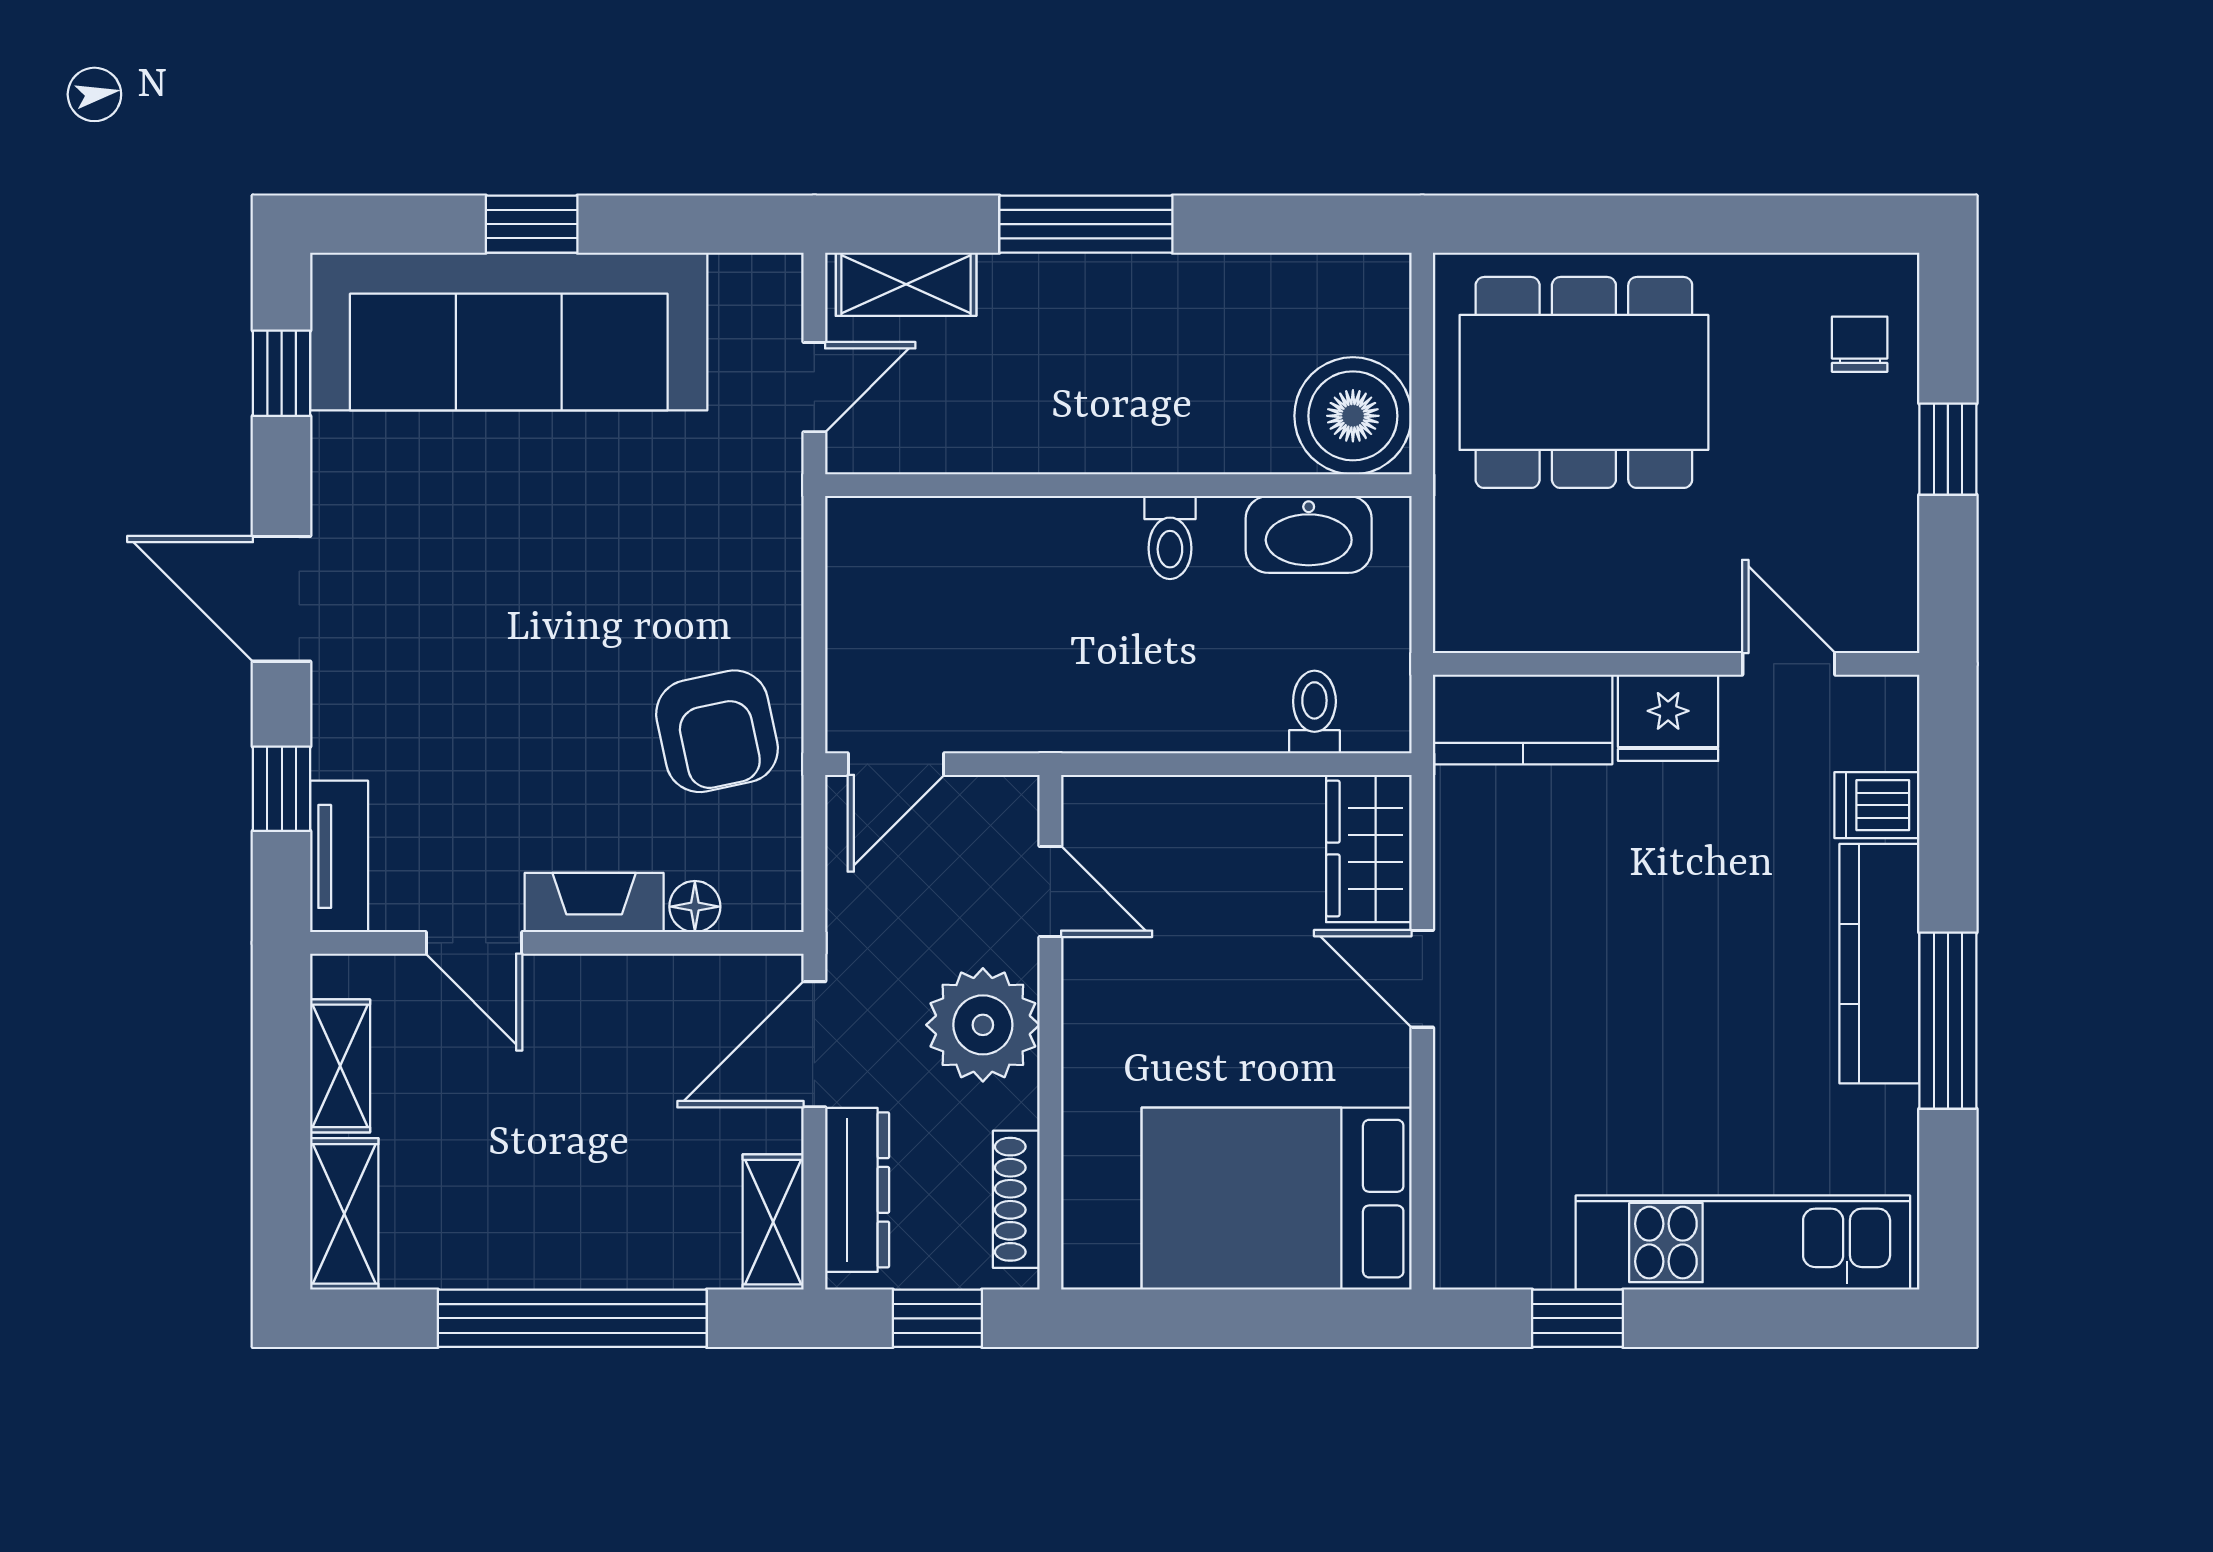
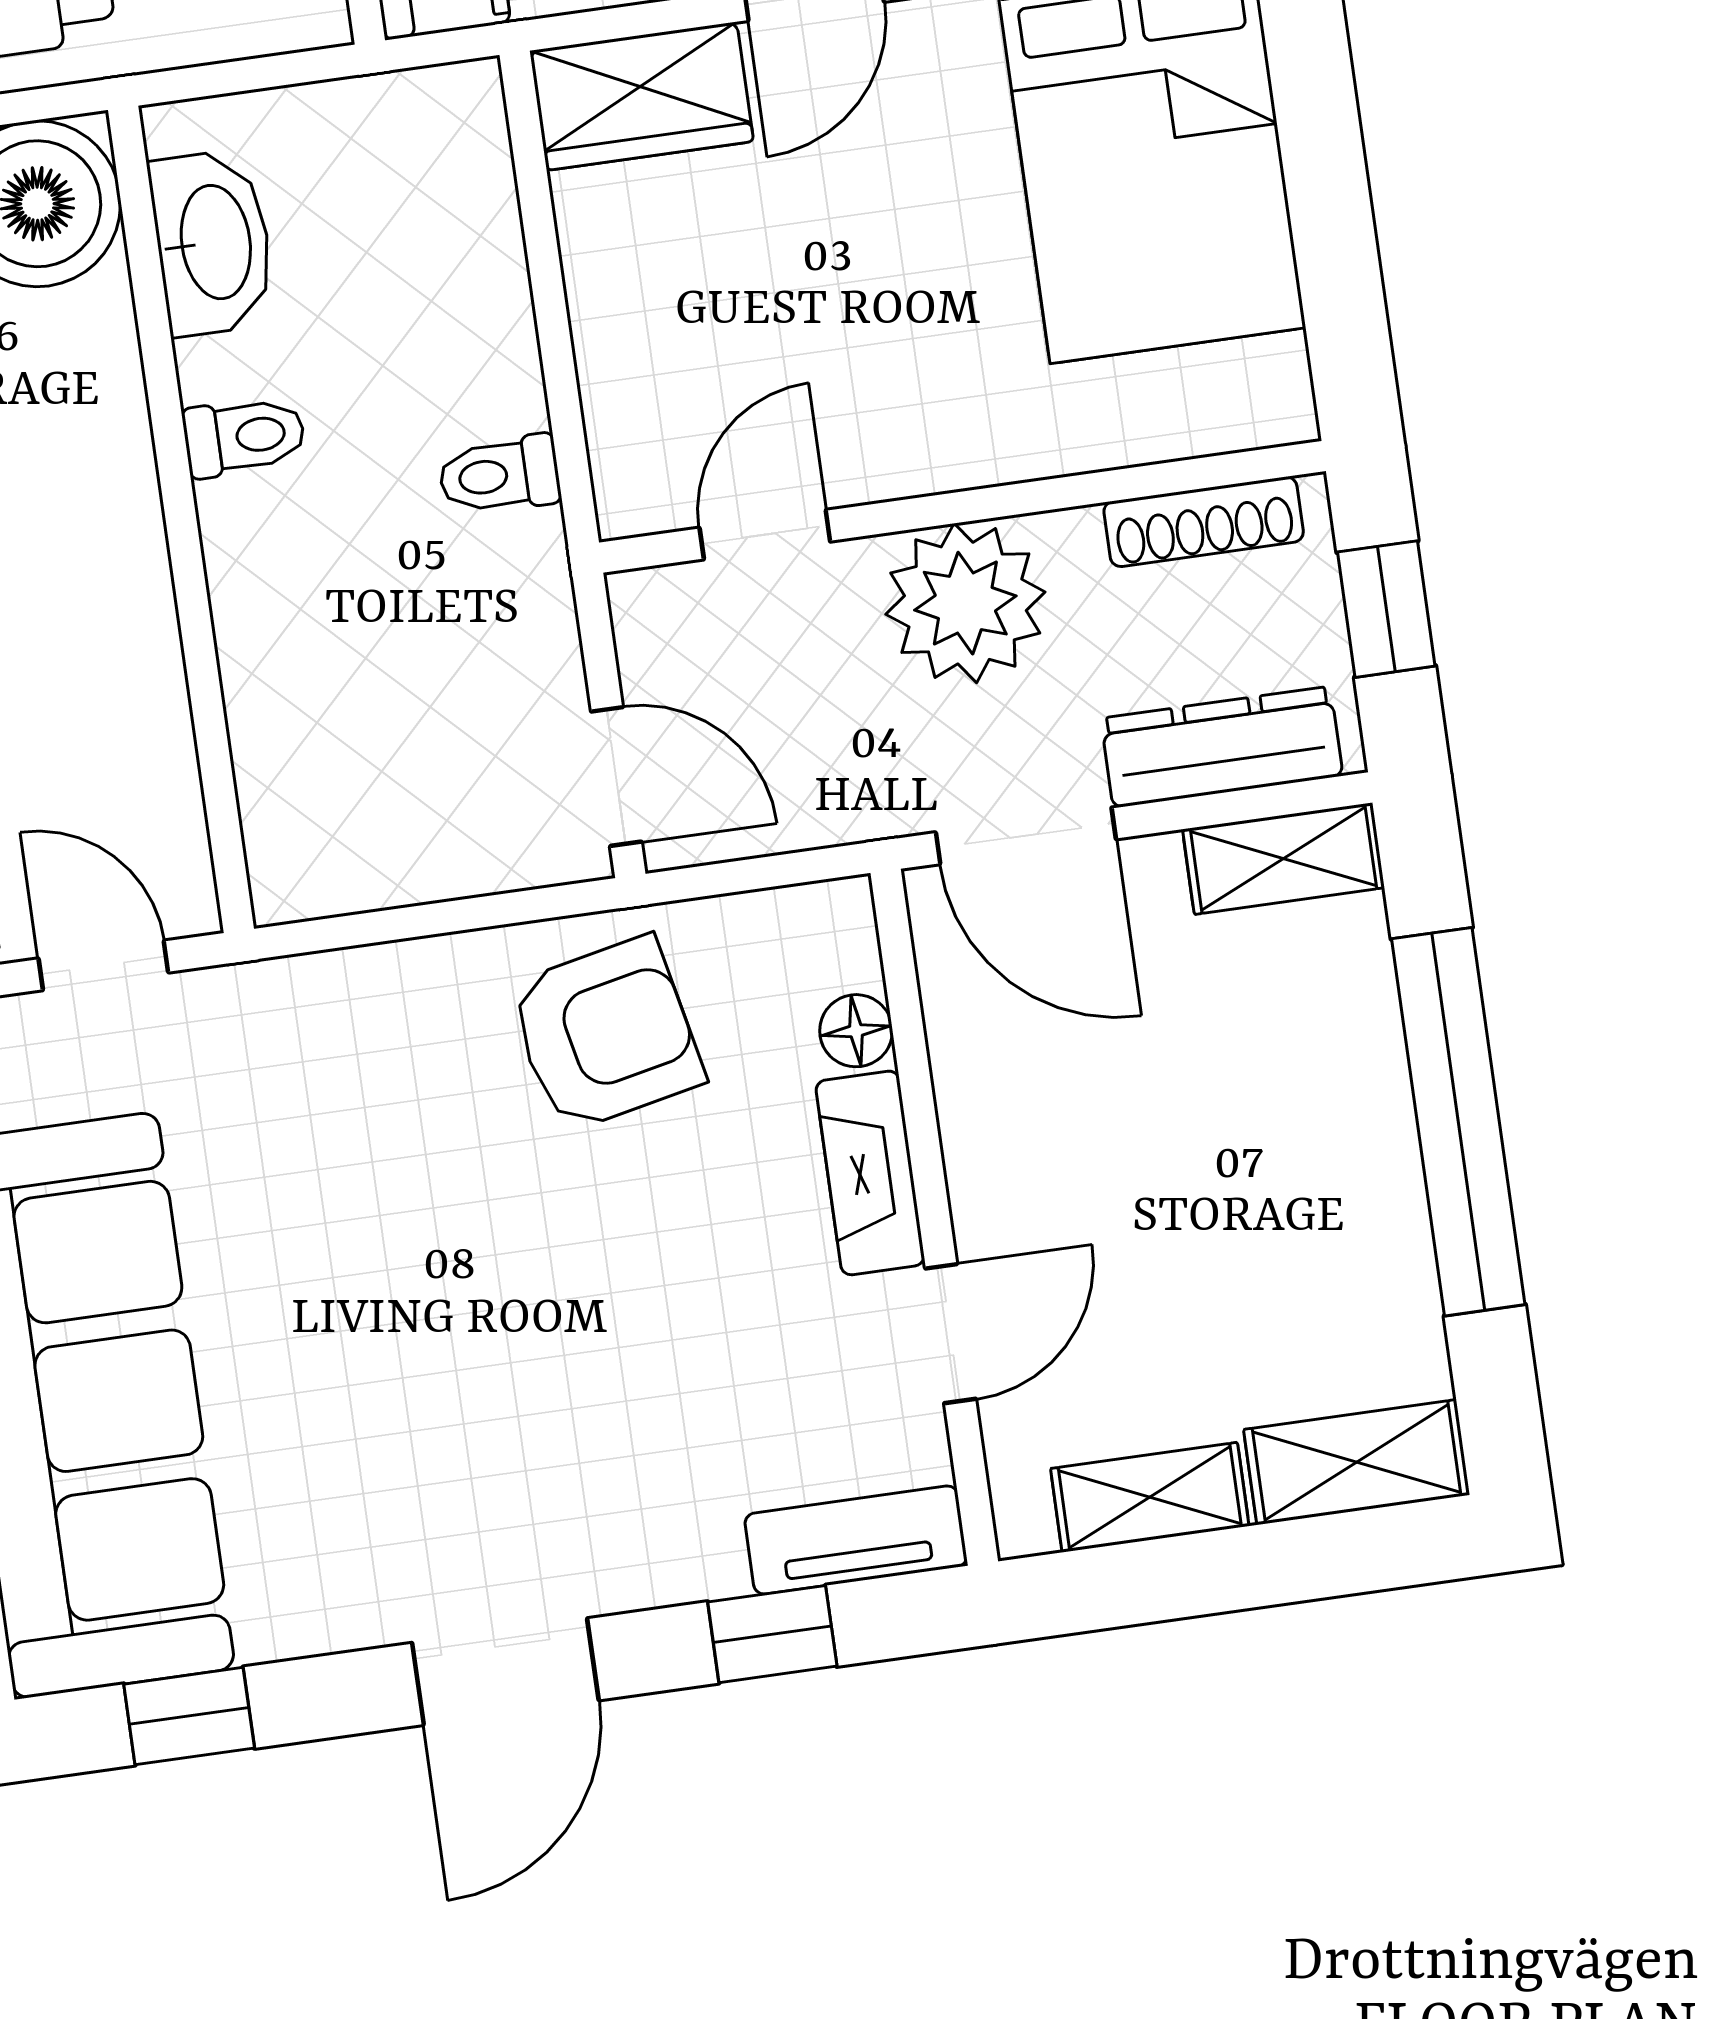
toilet: (1314, 712) -> (499, 475), moved

